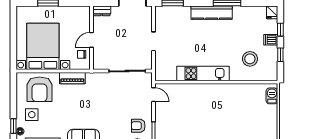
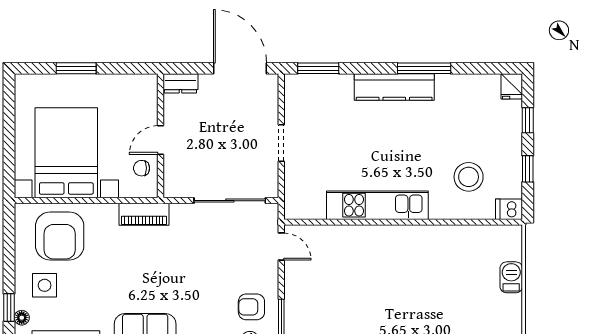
dishwasher: (271, 40) -> (509, 209), moved
piano: (72, 78) -> (144, 214), moved
barbecue: (272, 96) -> (511, 277), moved

